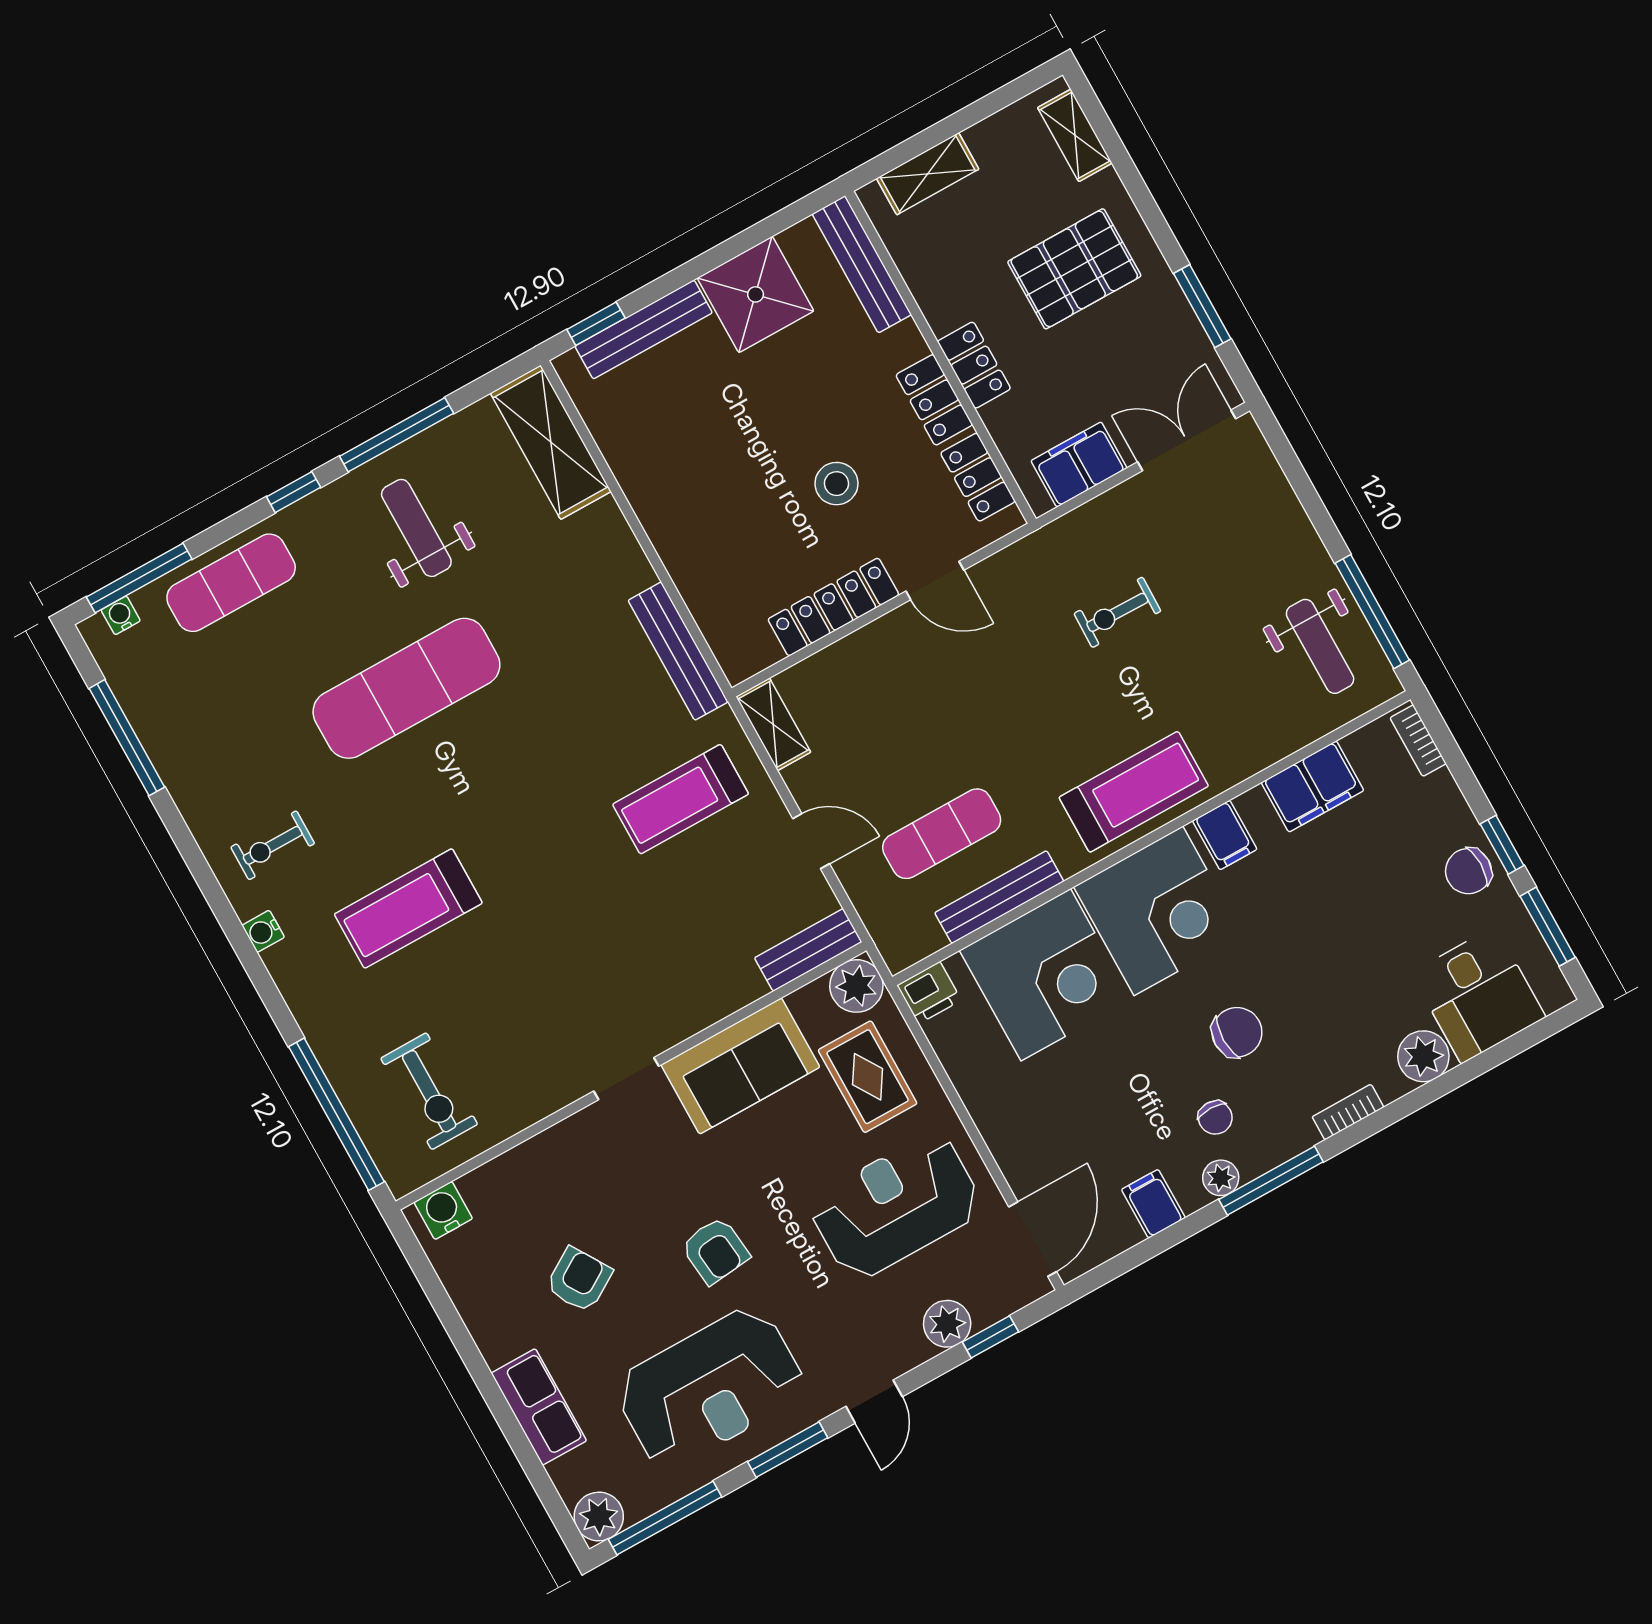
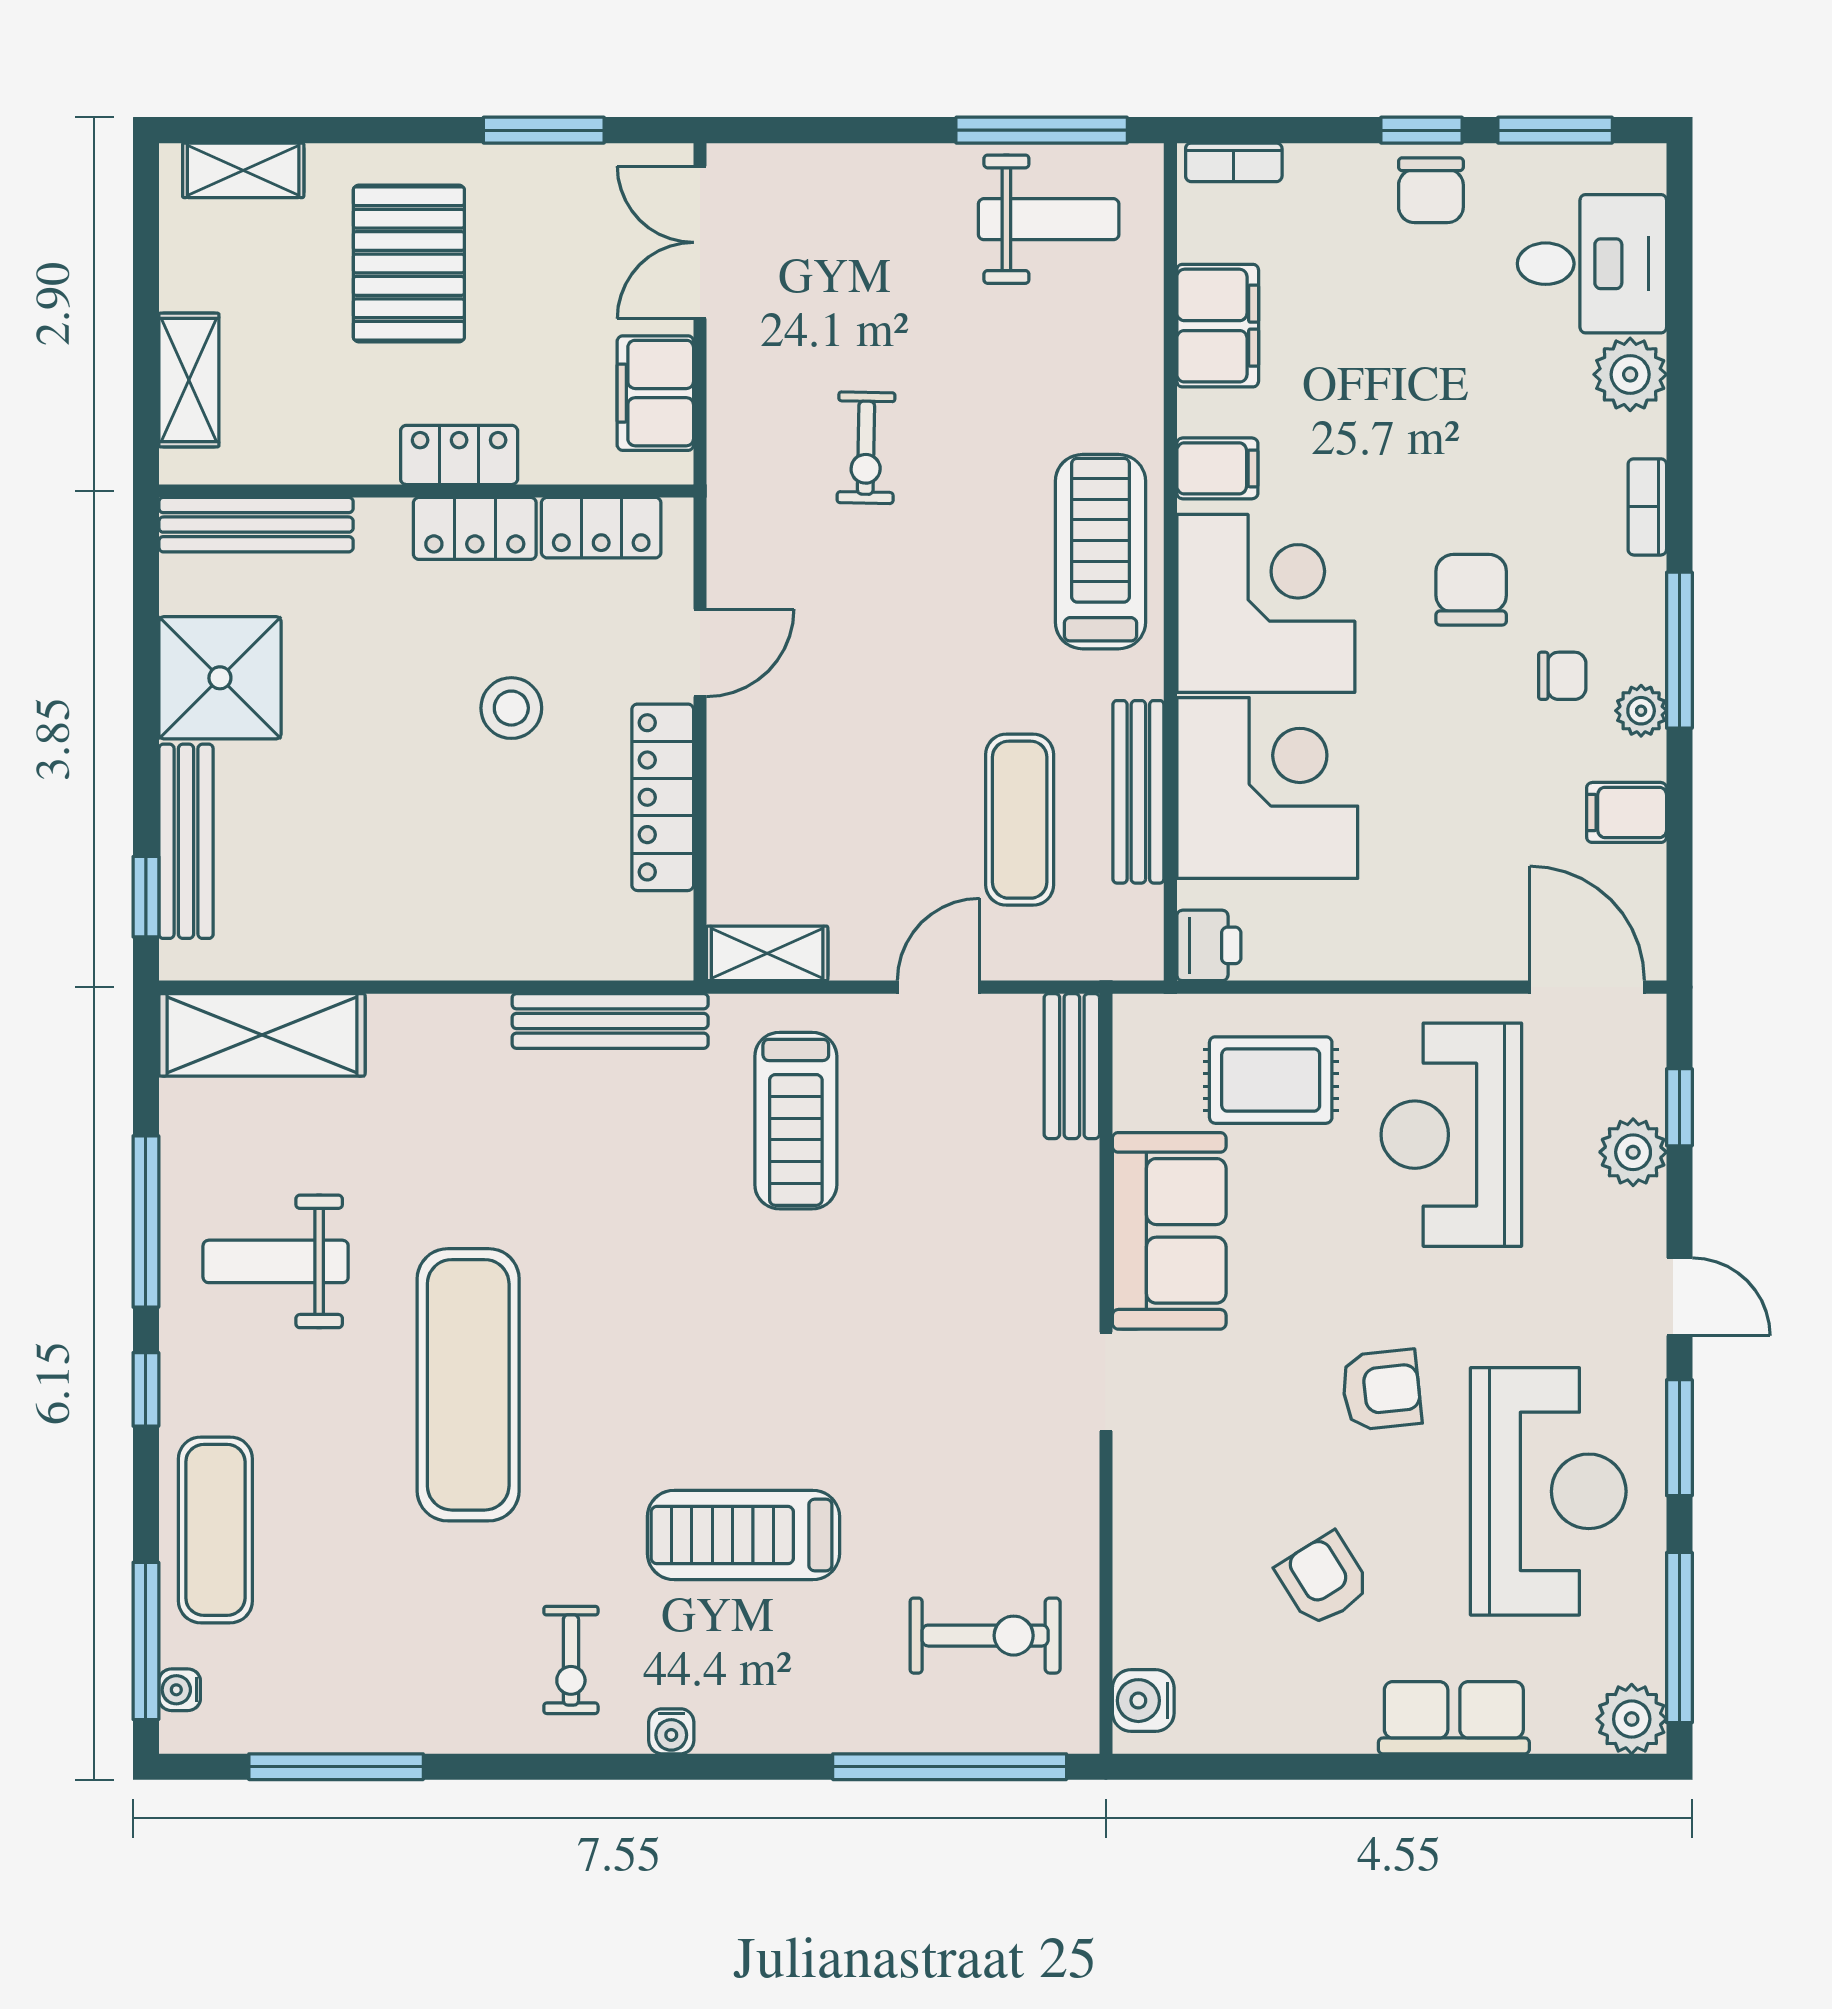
treadmill: (408, 909) -> (743, 1535), turned 90
plant: (856, 986) -> (1150, 1031), removed

